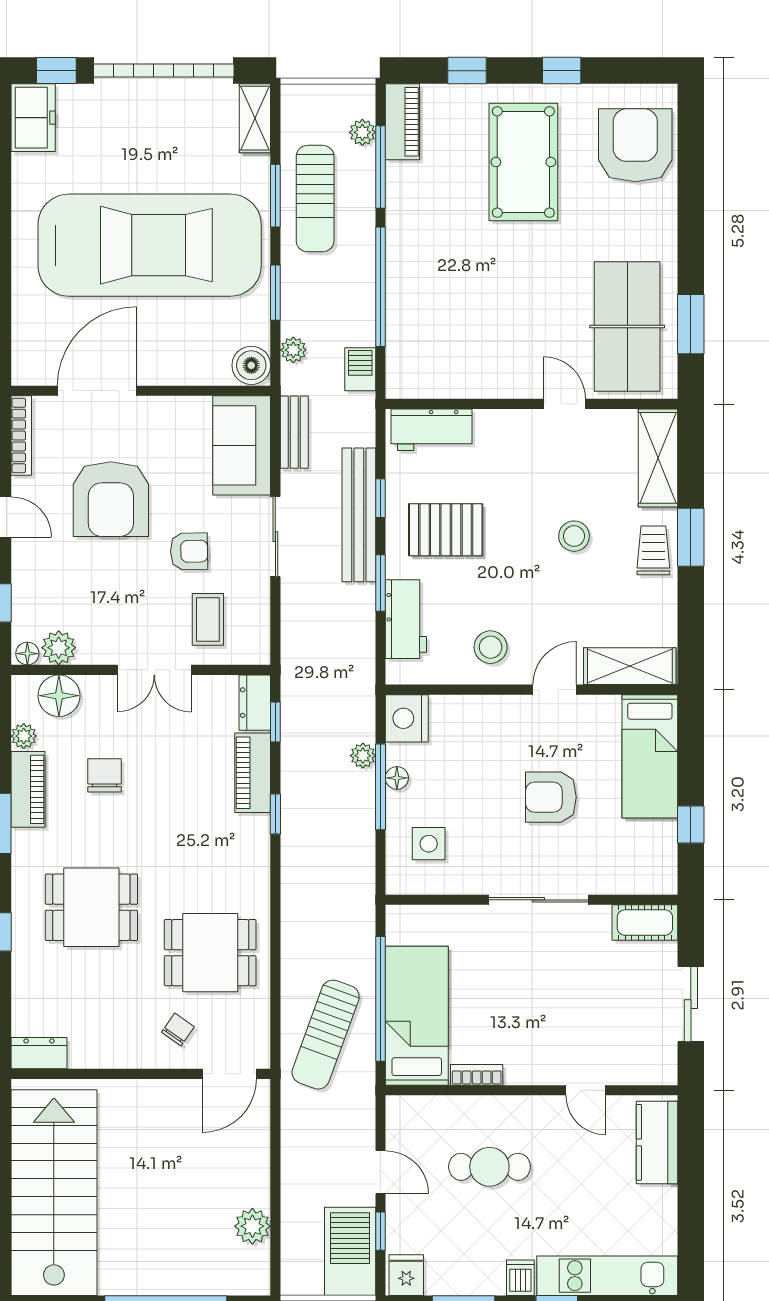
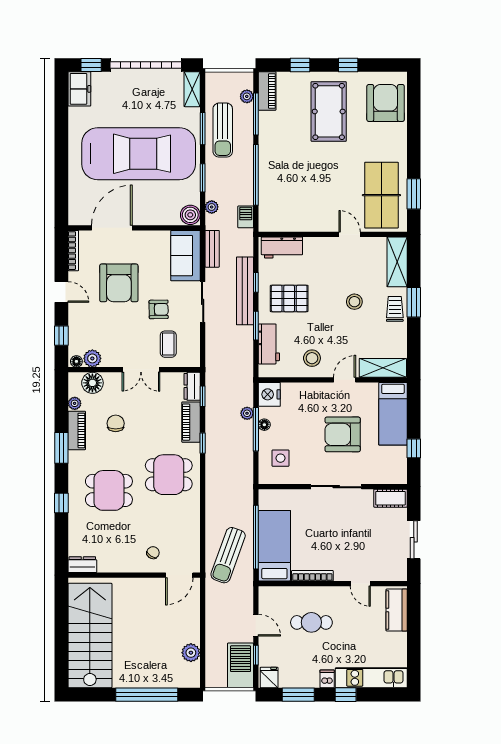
armchair: (551, 797) -> (343, 434), width x1.36, depth x1.36
dining table: (210, 953) -> (169, 475), moved
bookcase: (477, 1075) -> (312, 576), width x1.56

